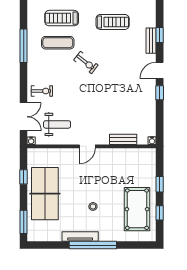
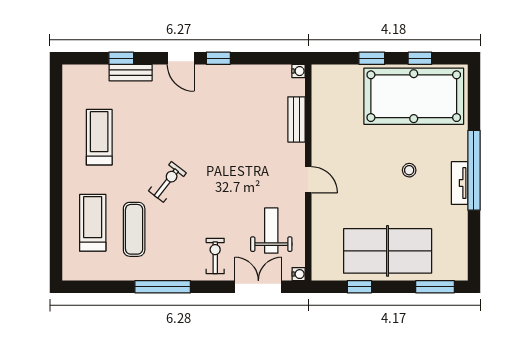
treadmill: (62, 18) -> (93, 223), turned 180
window: (24, 46) -> (163, 287), moved
pool table: (137, 209) -> (414, 96), width x1.36, depth x1.32
tv unit: (80, 237) -> (460, 183), width x0.71

